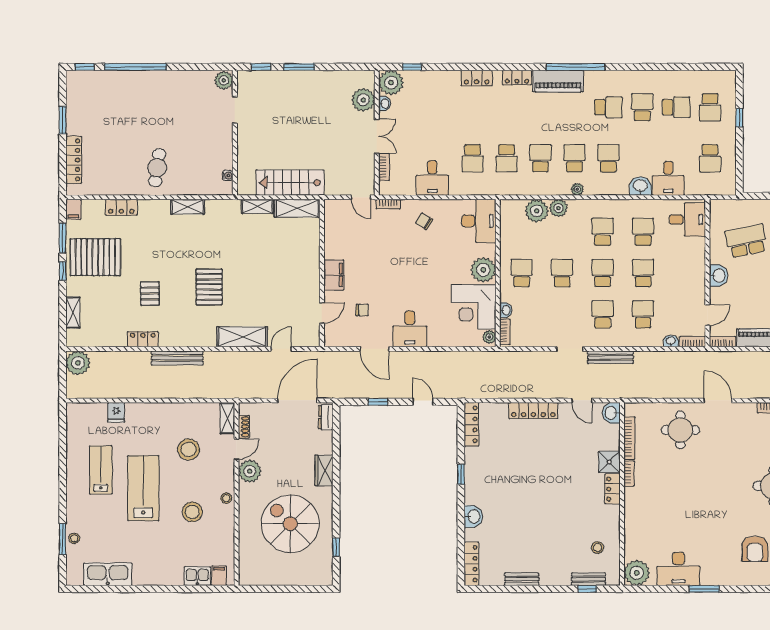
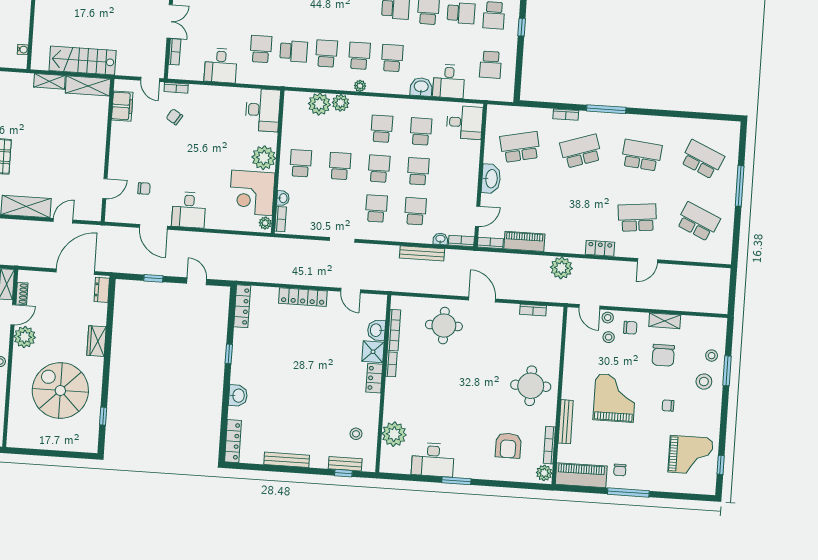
school desk: (473, 158) -> (261, 49), turned 180
school desk: (507, 158) -> (294, 51), turned -90
chair: (424, 221) -> (174, 117), moved
filing cabinet: (334, 275) -> (122, 106), moved
washbasin: (719, 276) -> (491, 179), width x1.38
bench: (610, 357) -> (422, 253), moved
washbasin: (611, 413) -> (376, 330), moved
plant: (637, 573) -> (394, 434), moved
bench: (522, 579) -> (287, 460), width x1.36

